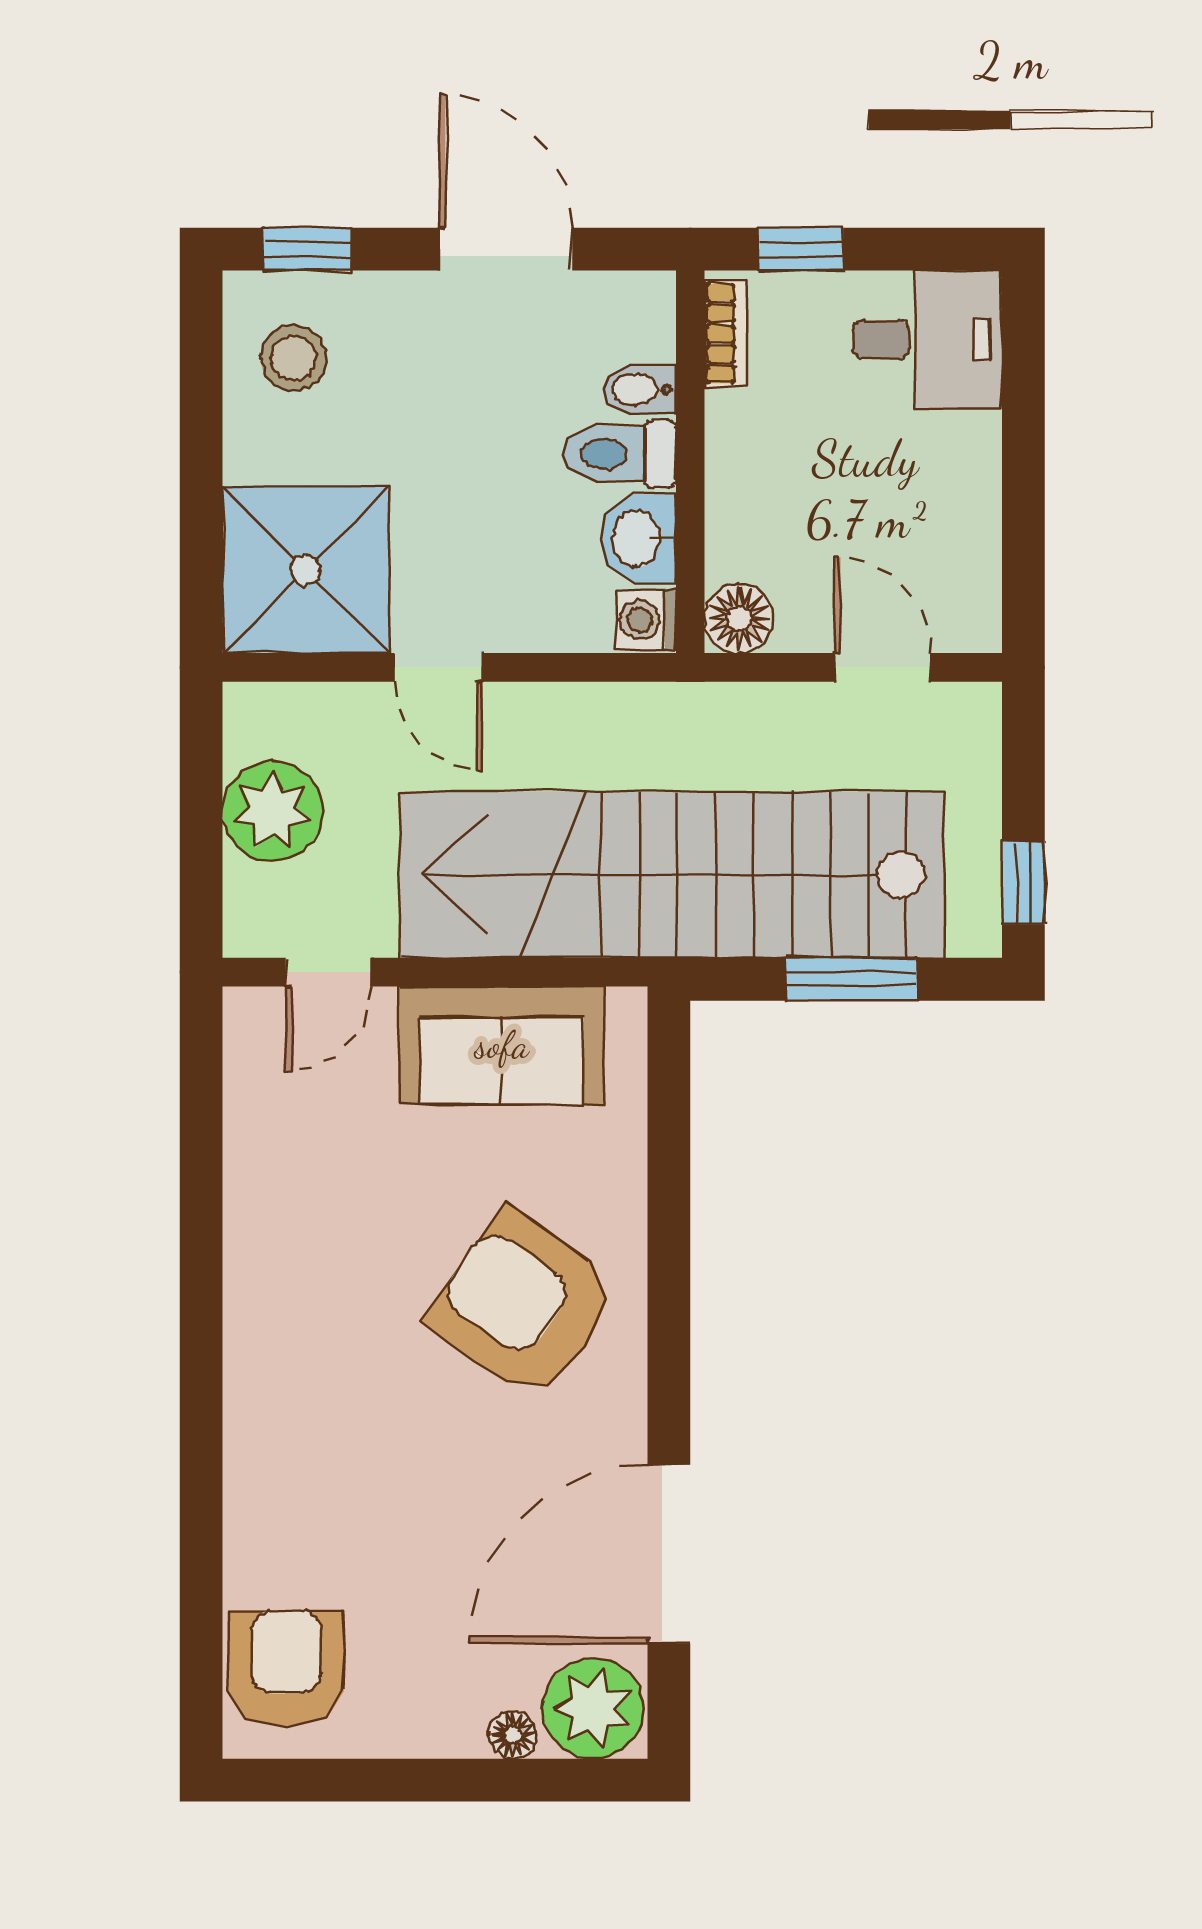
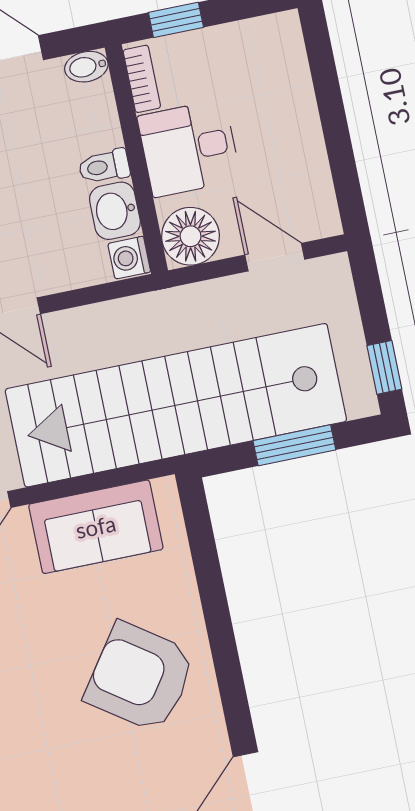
desk: (927, 340) -> (189, 148), moved, turned 180
bidet: (640, 389) -> (86, 67), moved
toilet: (620, 454) -> (104, 166), width x0.73, depth x0.72
floor lamp: (739, 618) -> (191, 236), width x1.38, depth x1.38

